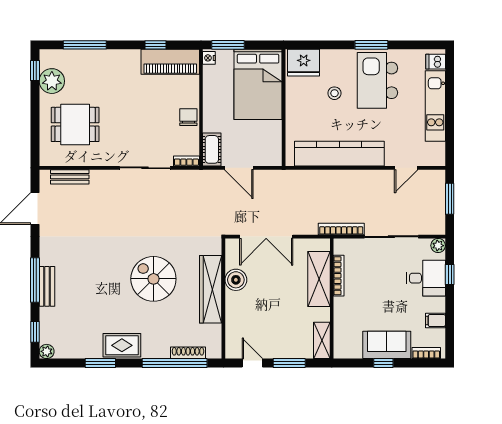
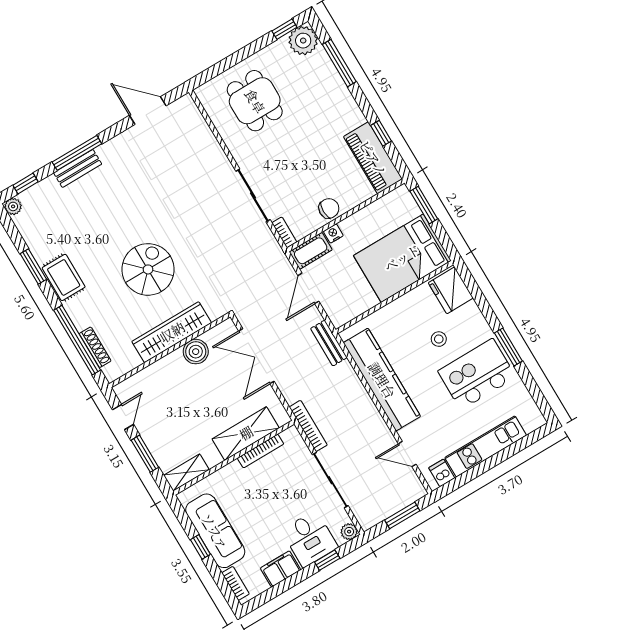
nightstand: (209, 58) -> (333, 233), moved
dishwasher: (436, 62) -> (442, 473), moved
plant: (52, 81) -> (303, 41), moved
bench: (70, 177) -> (329, 343), moved
filing cabinet: (435, 321) -> (281, 569), width x2.00
sofa: (387, 345) -> (215, 531), width x1.36

